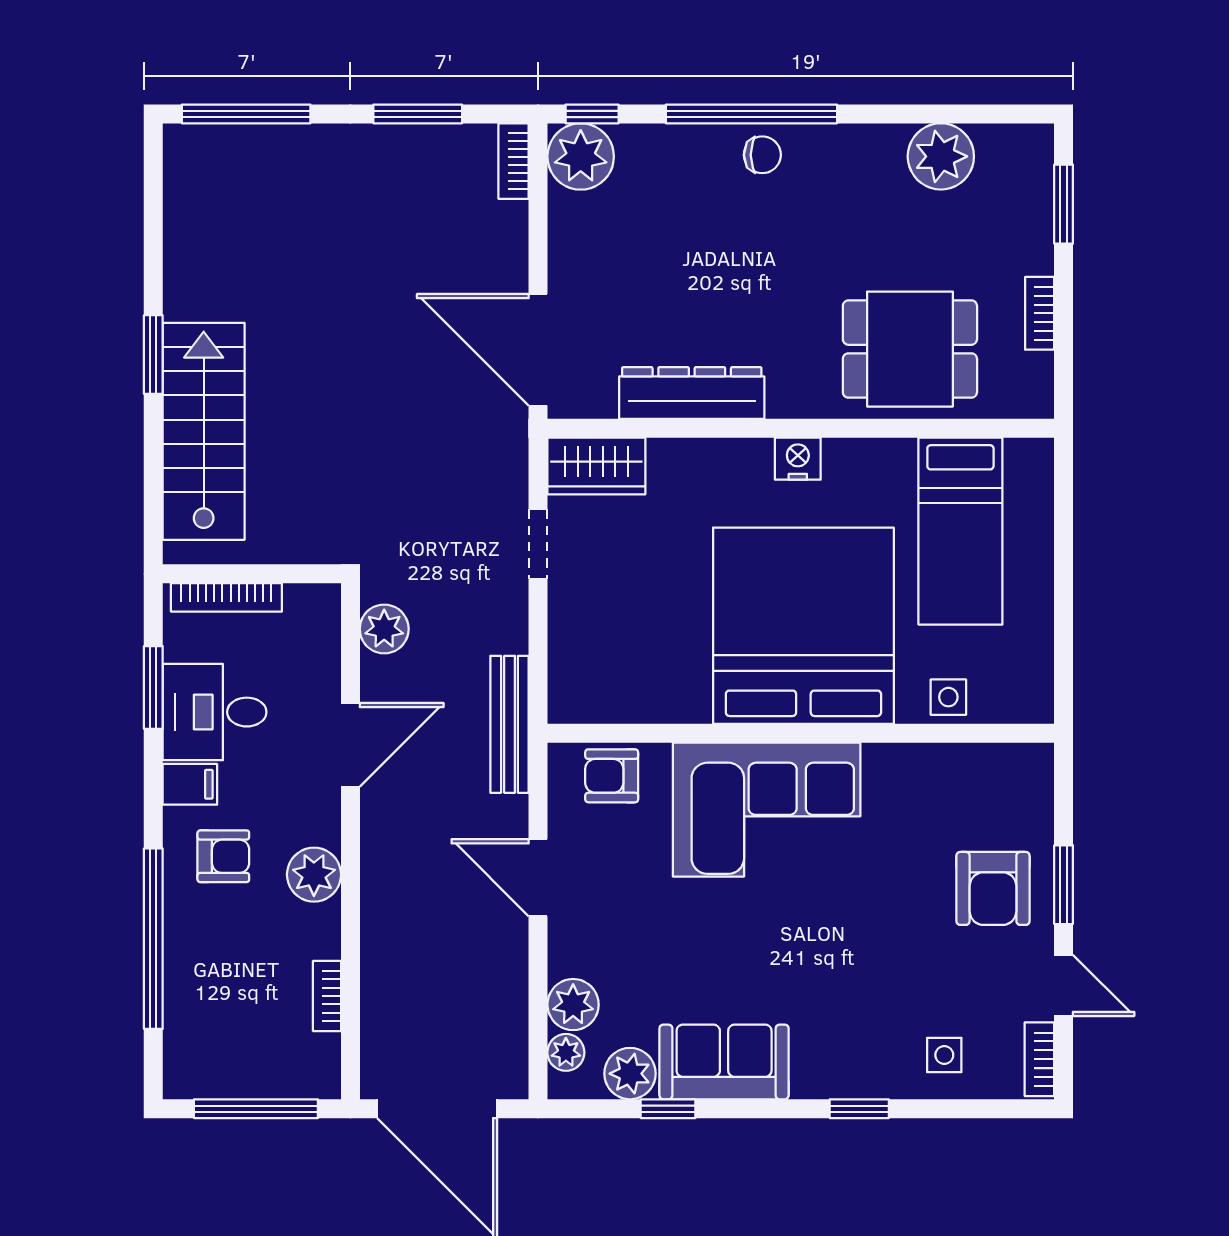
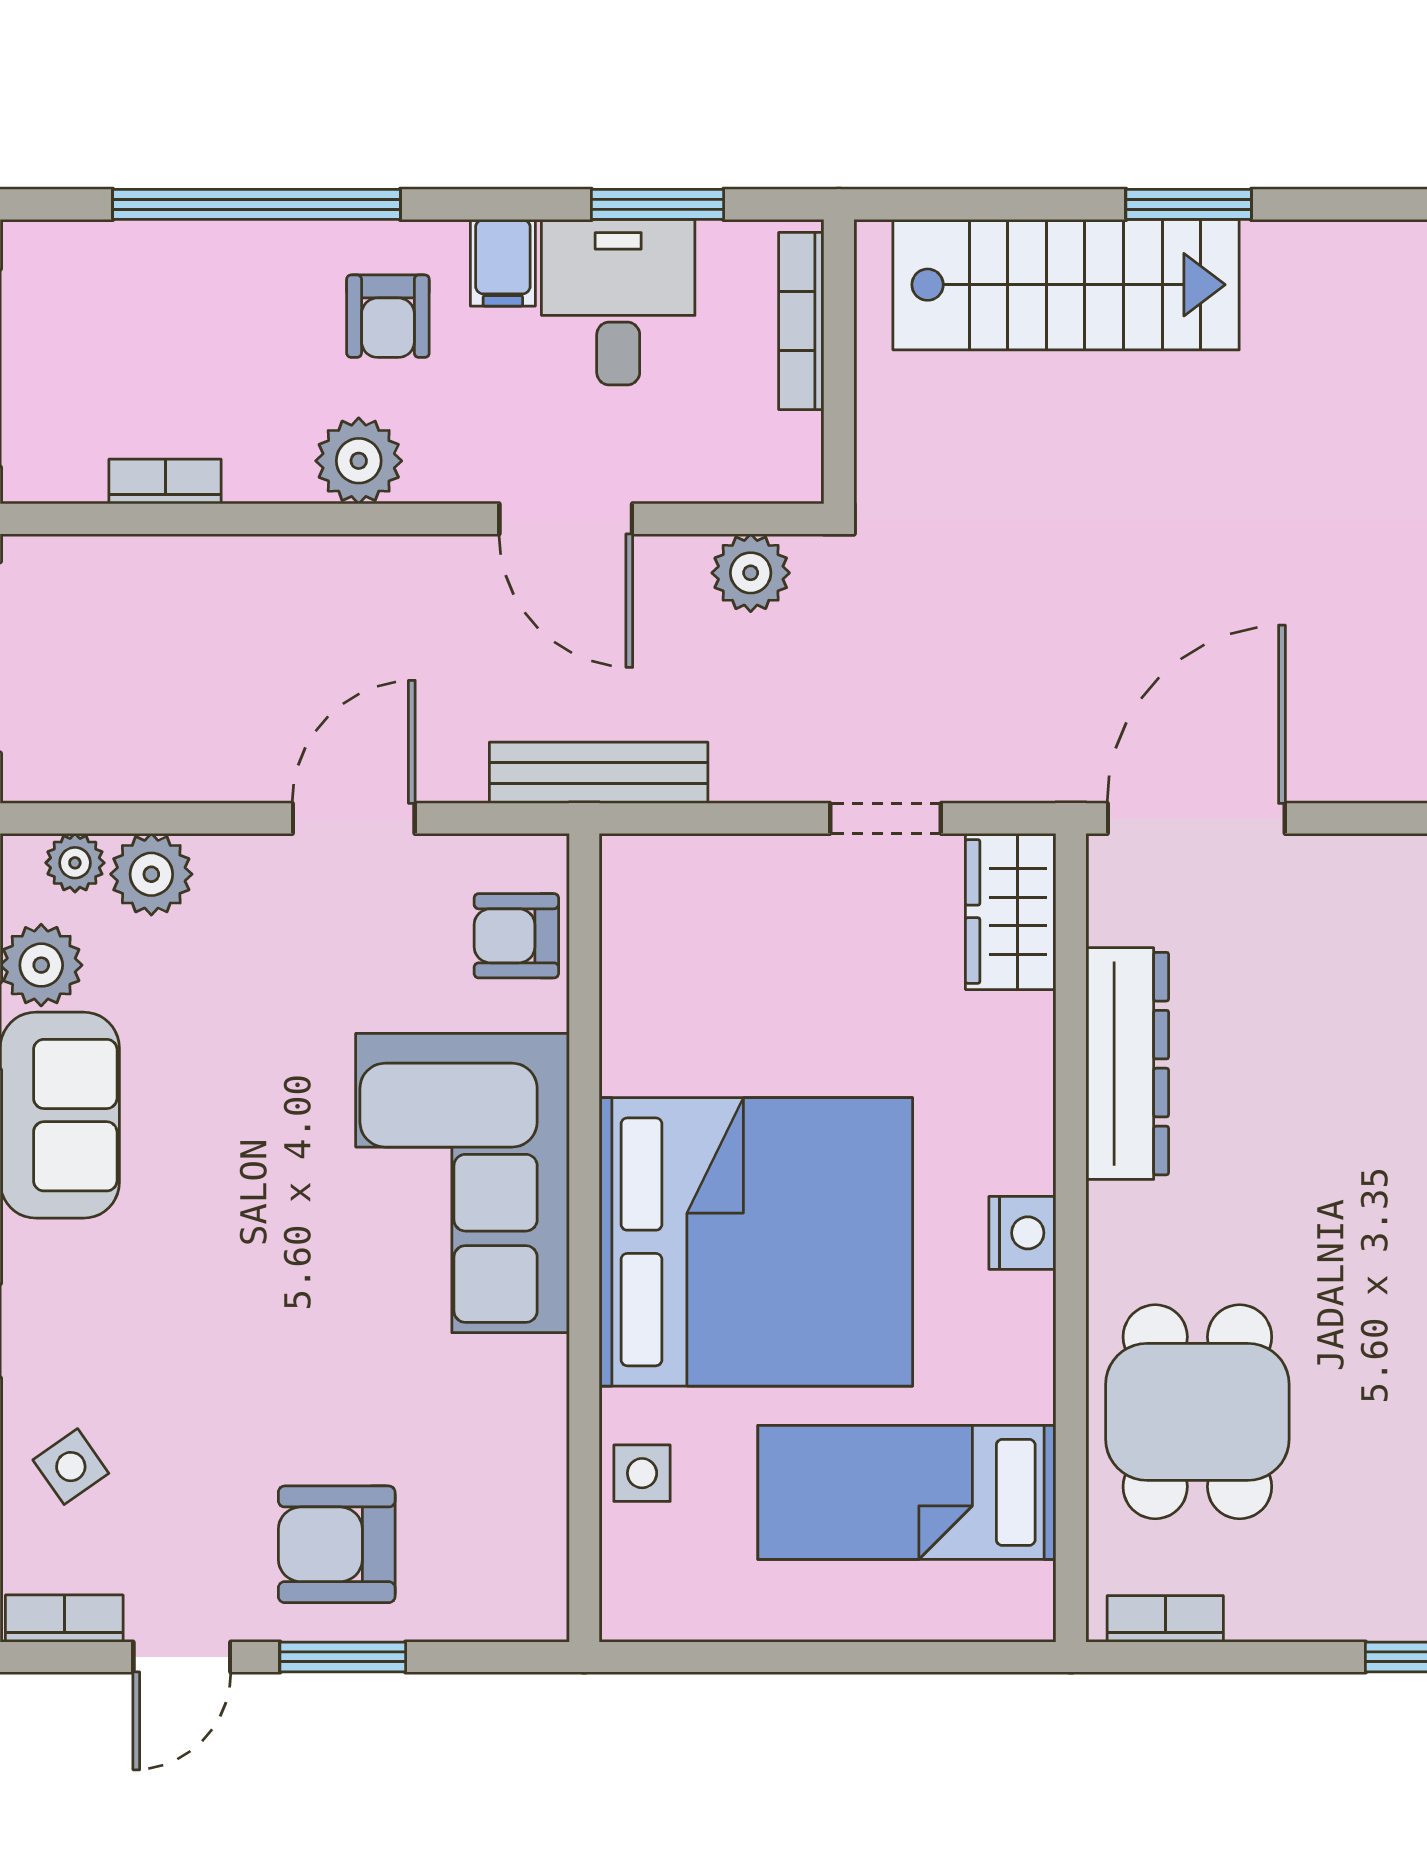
bookcase: (1040, 313) -> (1165, 1619), moved
armchair: (612, 776) -> (516, 936), turned -90
side table: (944, 1055) -> (71, 1467), turned -35

